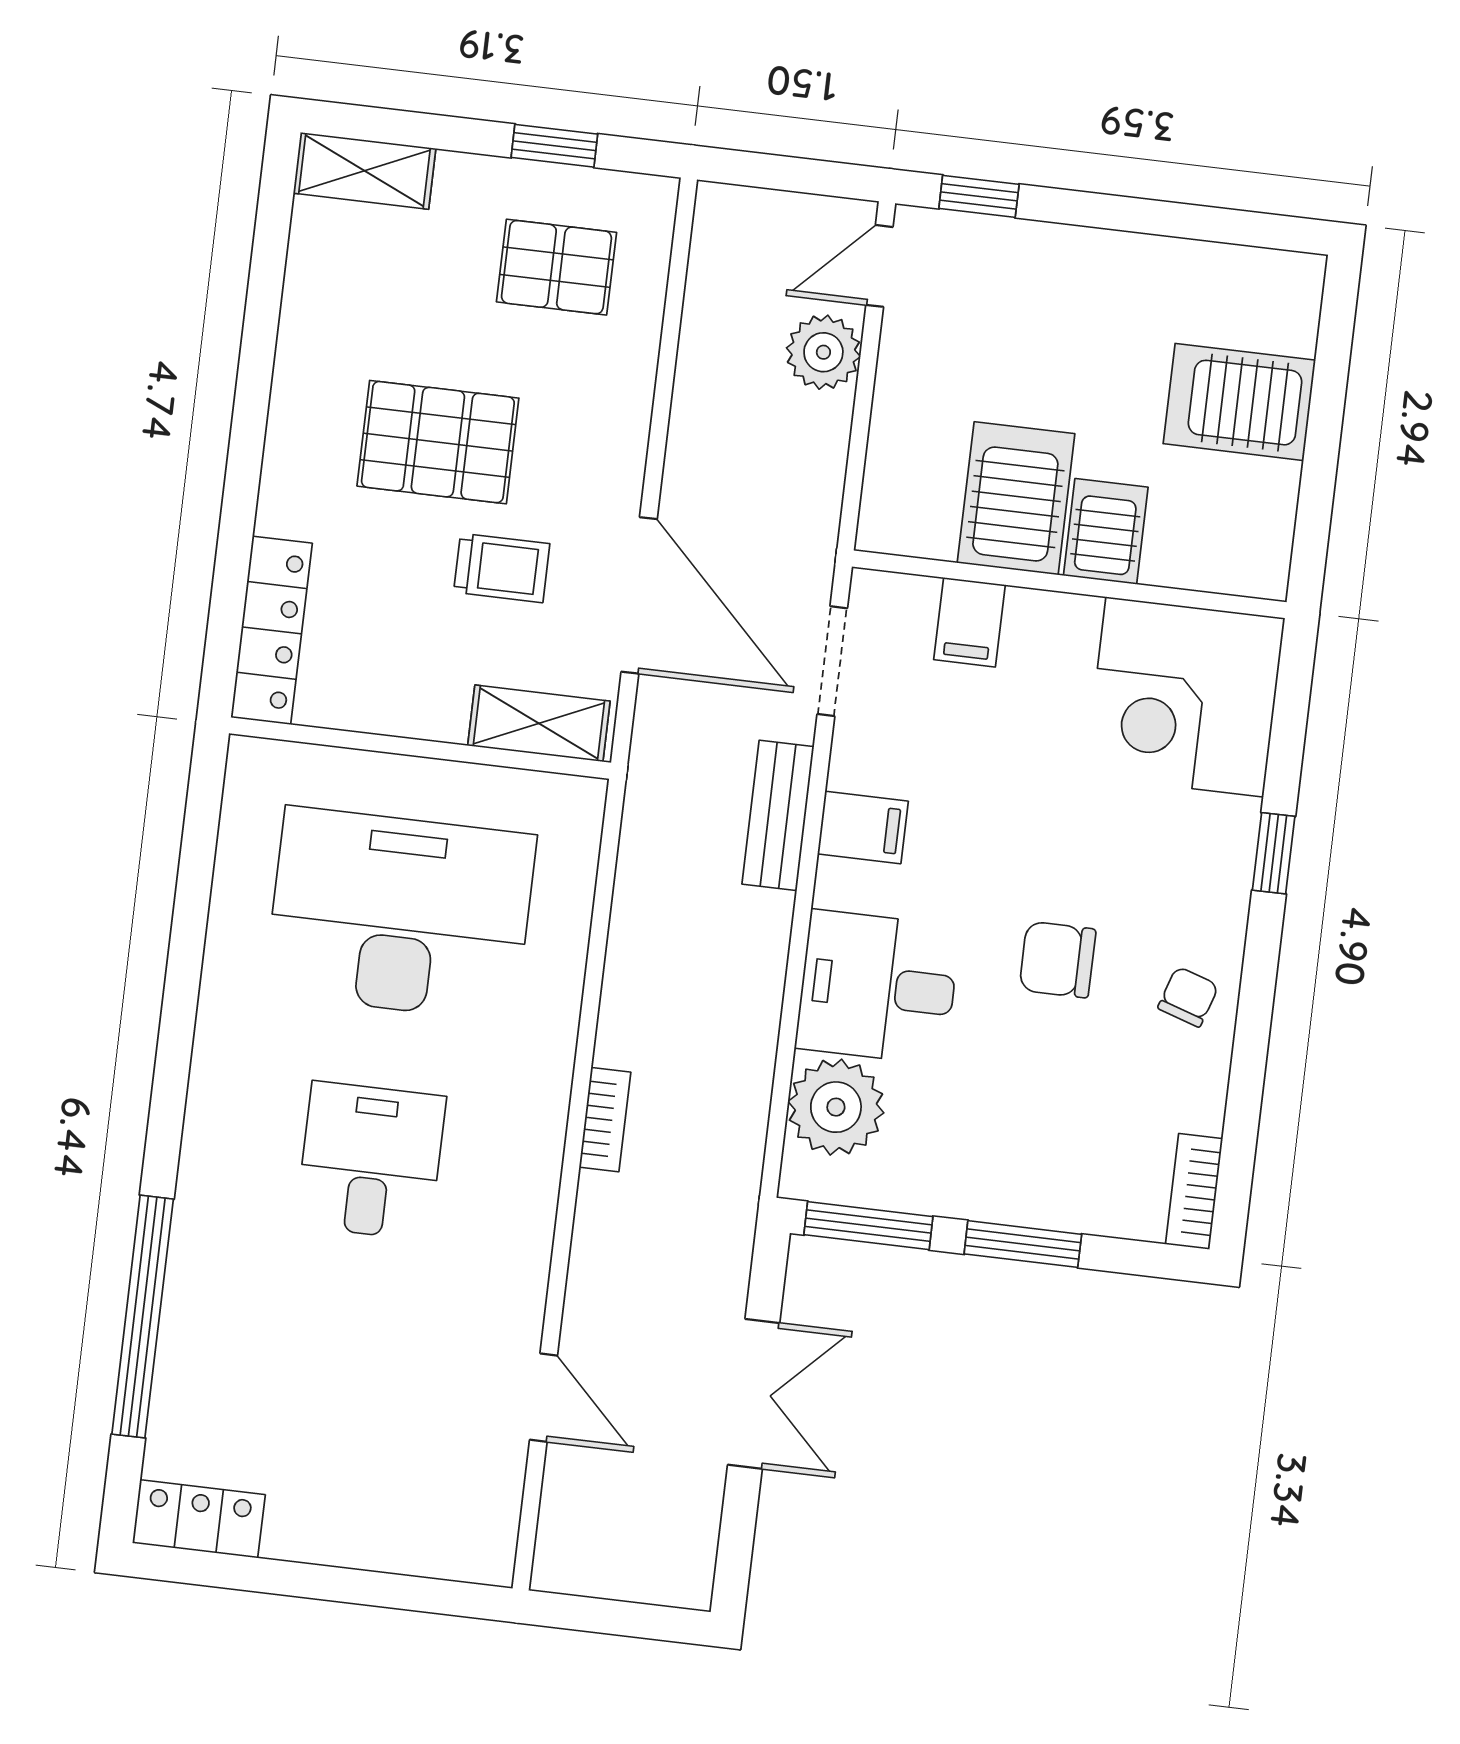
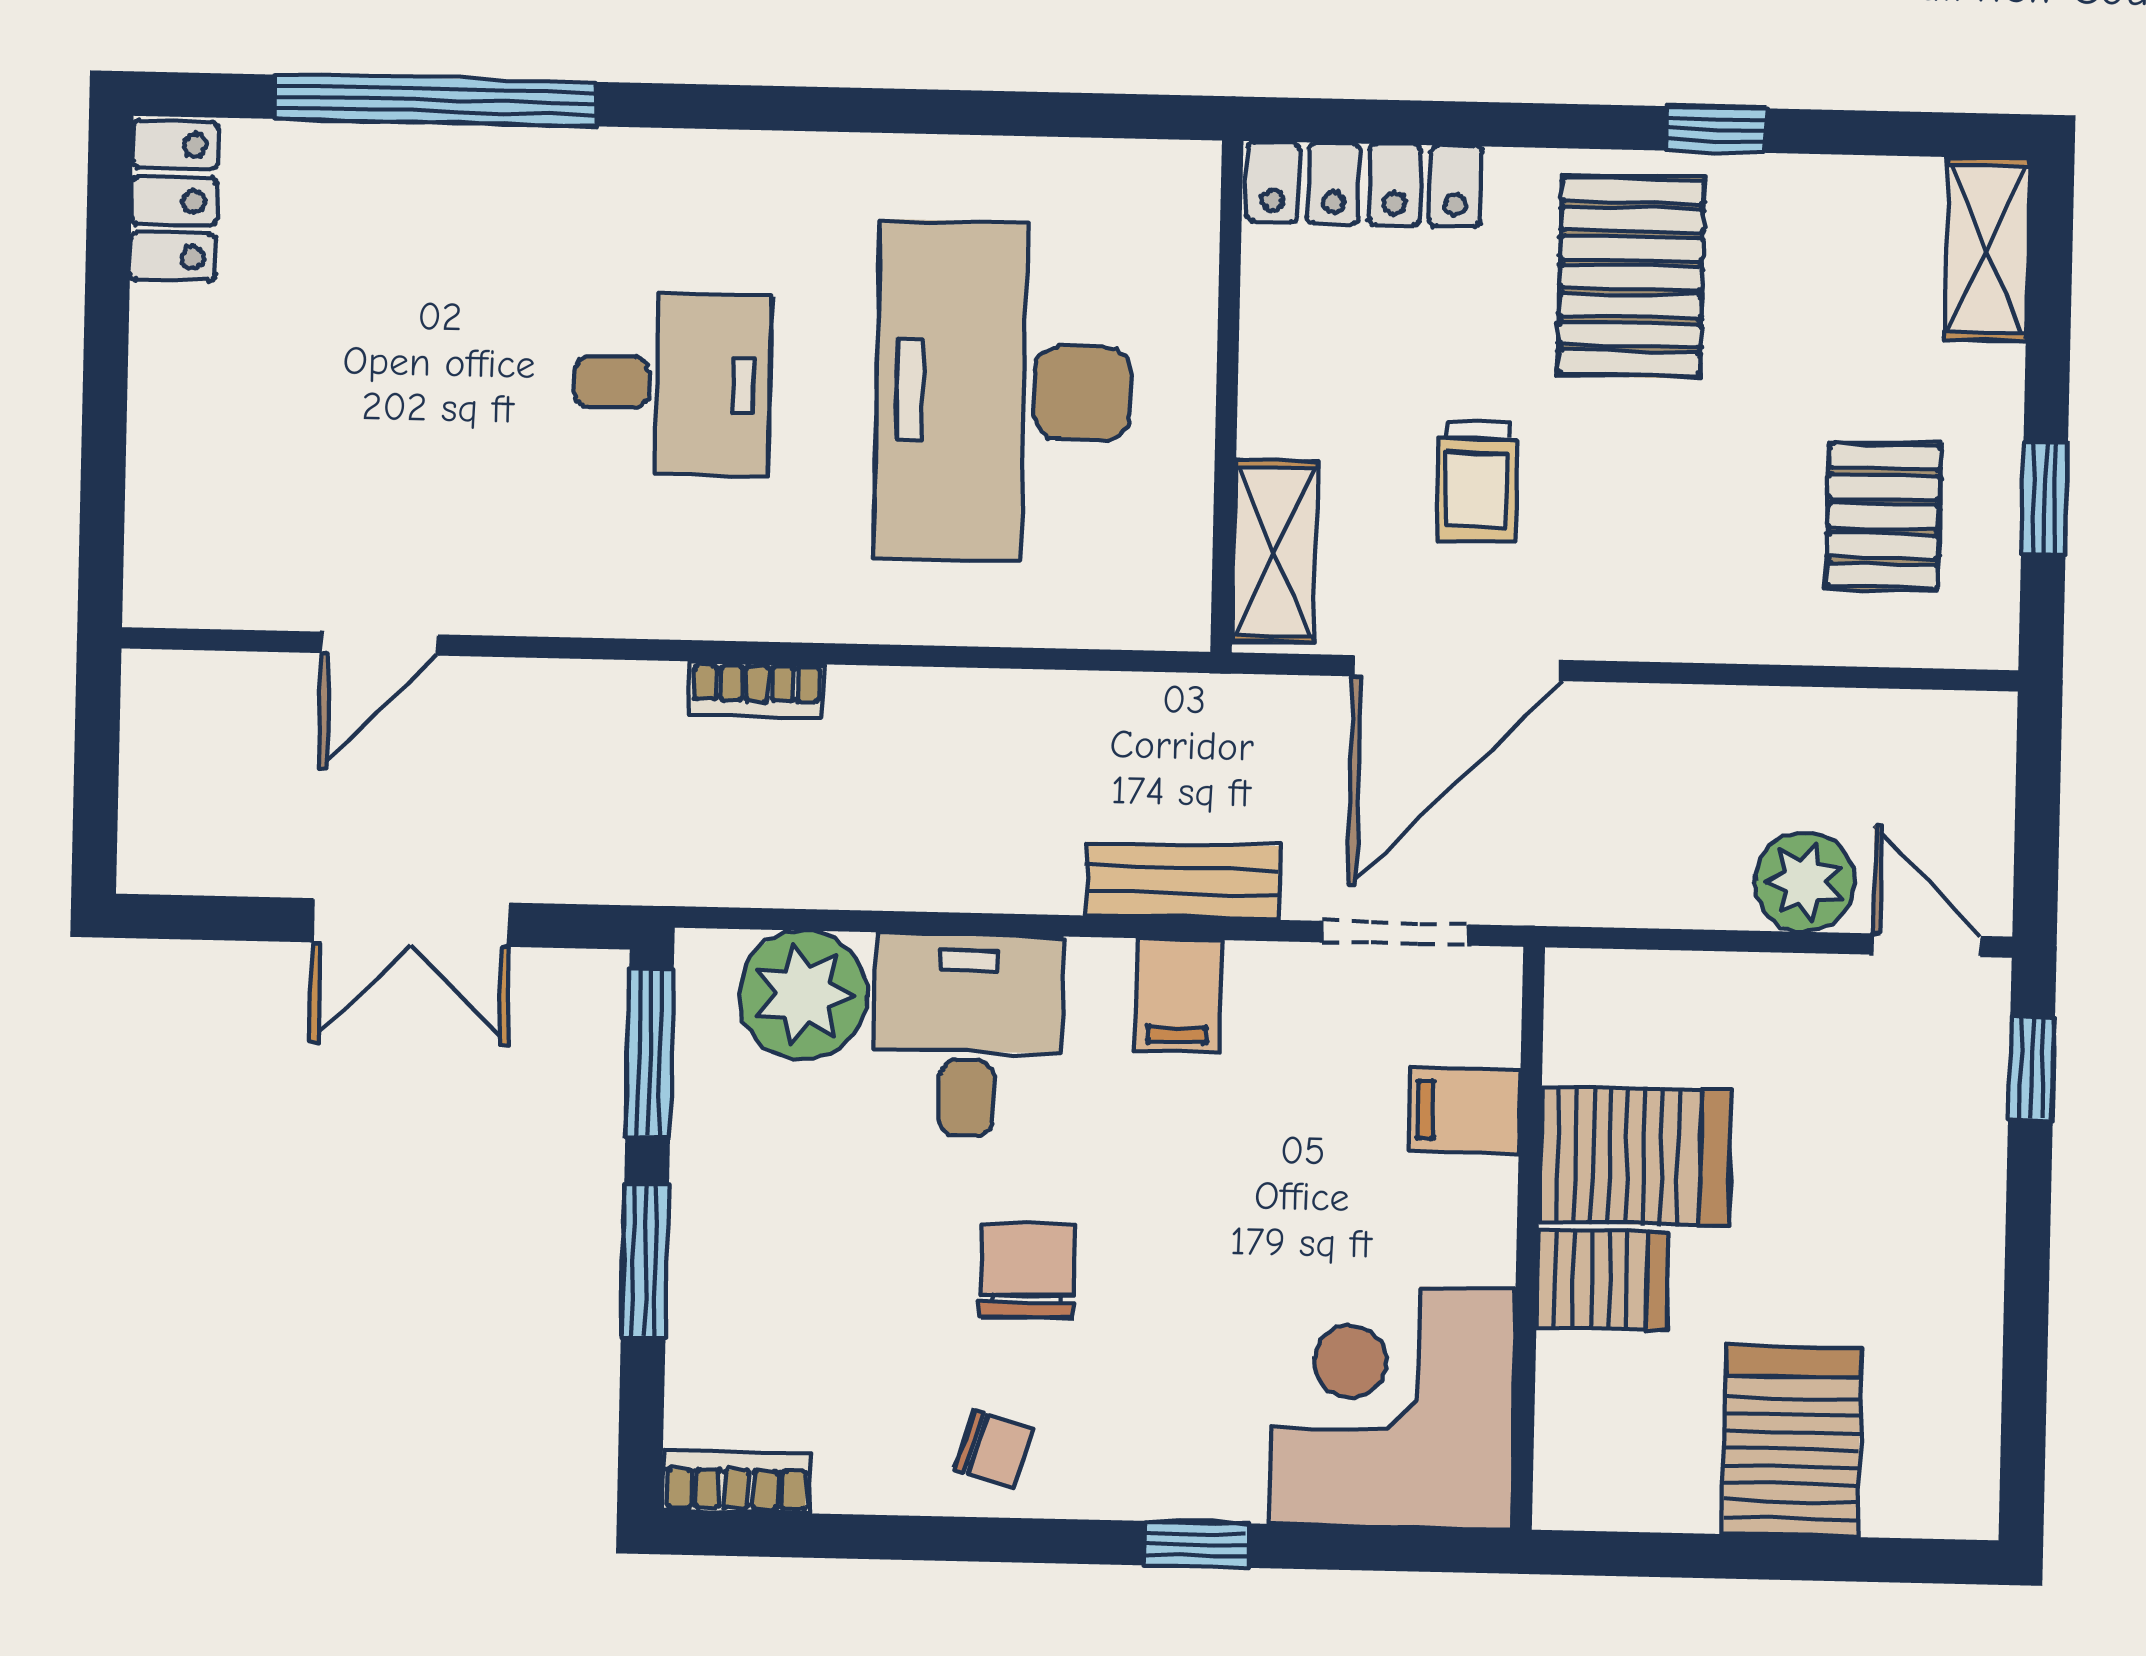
window: (256, 364) -> (1716, 129), added
pallet: (438, 442) -> (1631, 277), moved
desk: (400, 914) -> (1004, 391), turned 180

